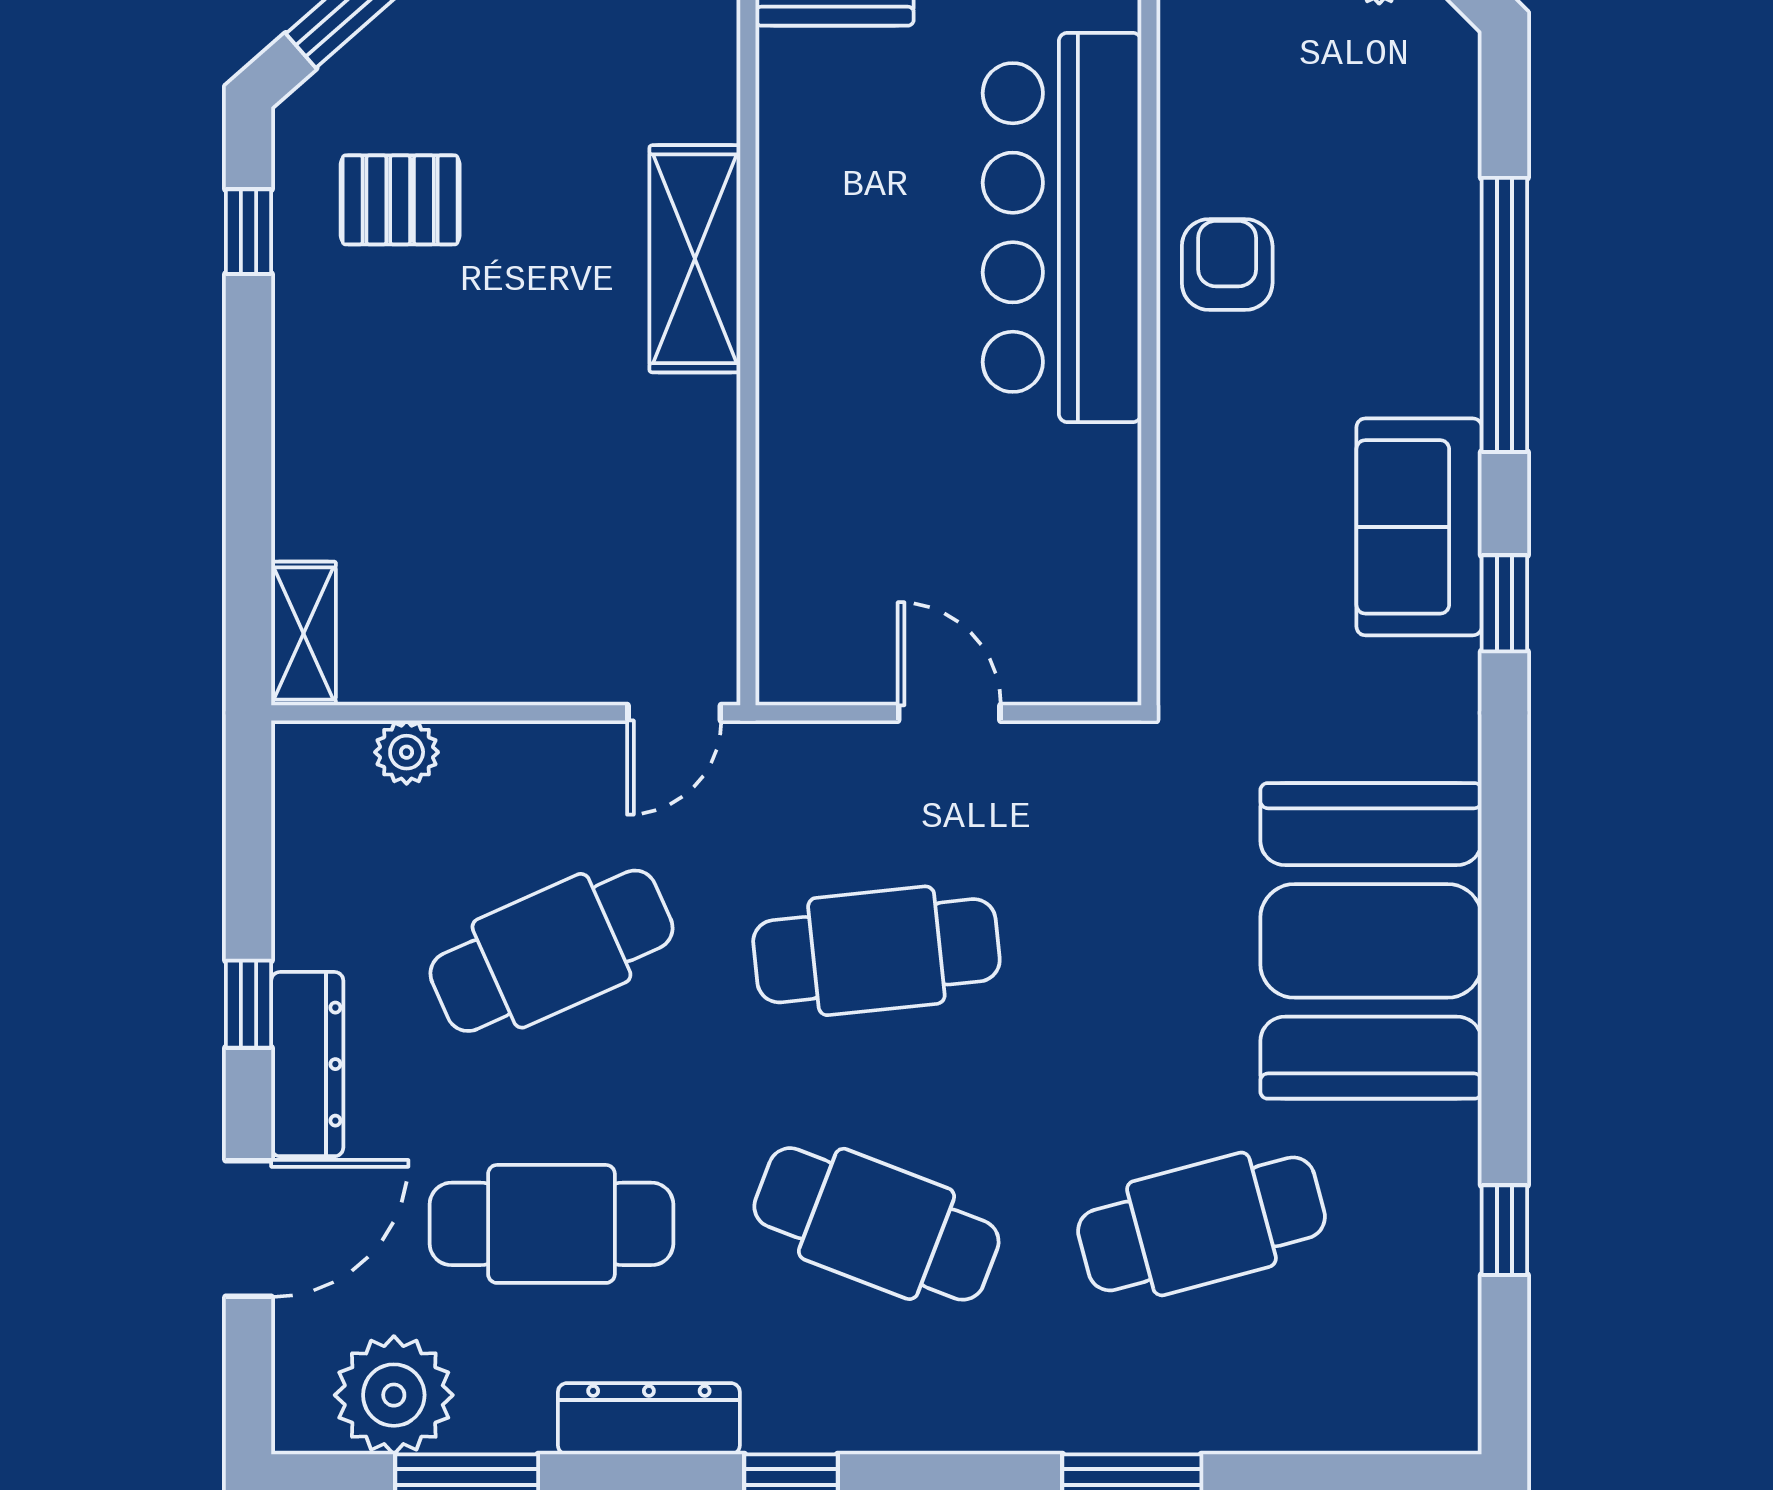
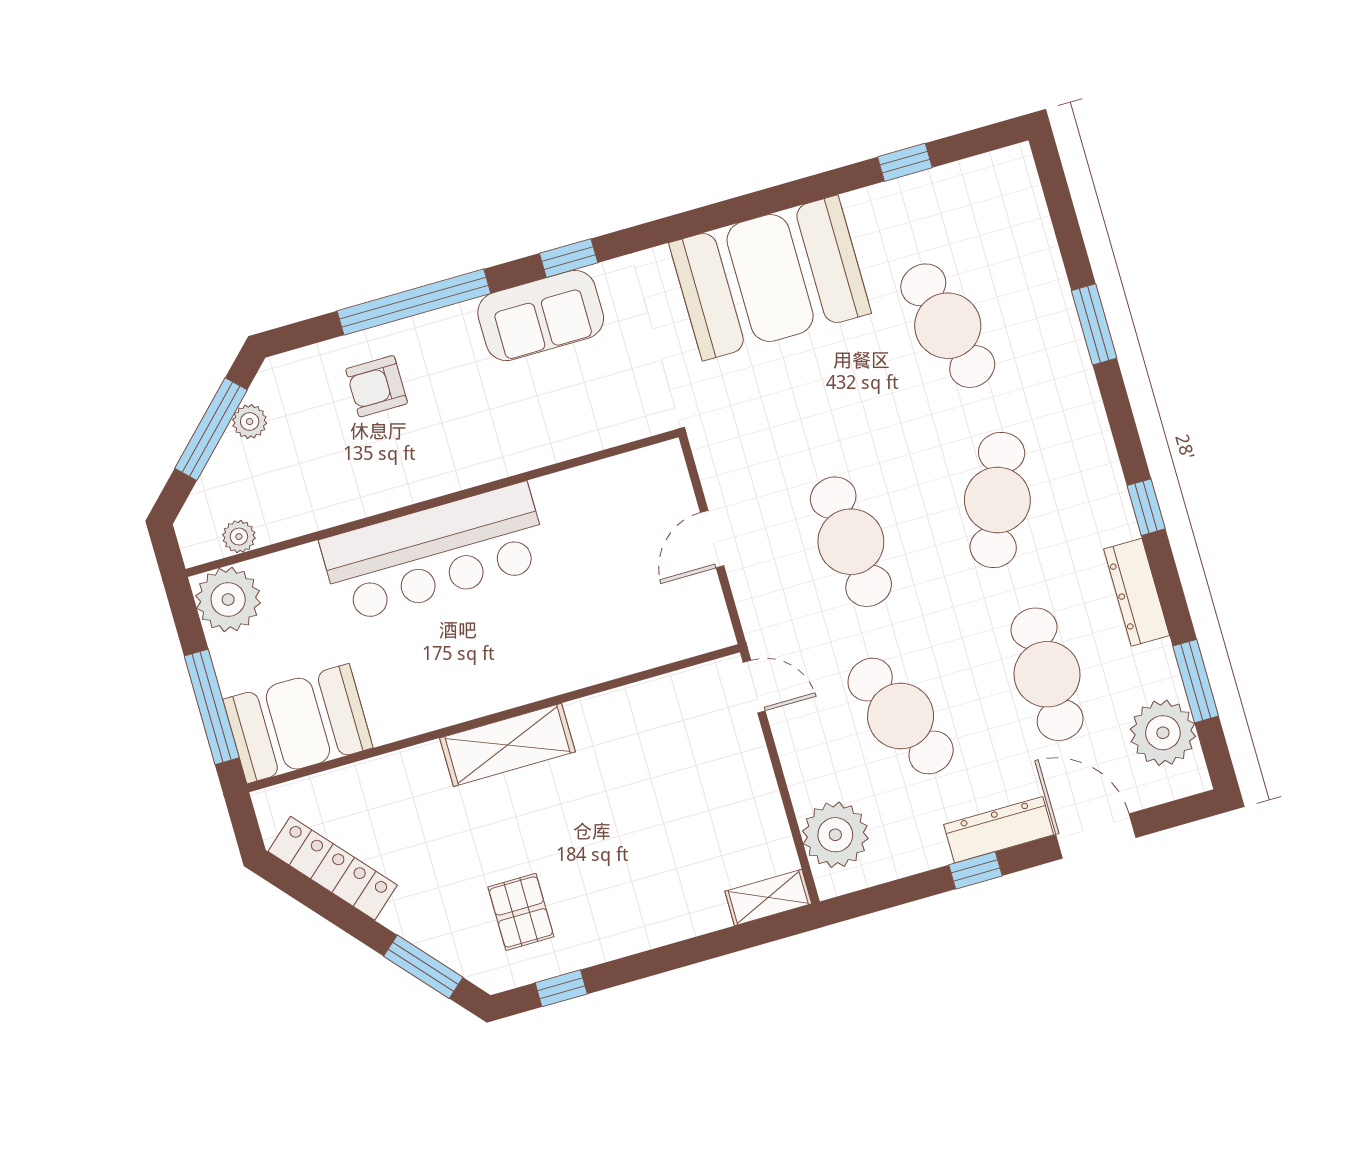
armchair: (1227, 265) -> (377, 386), moved
plant: (407, 752) -> (835, 835), width x1.87, depth x1.87

